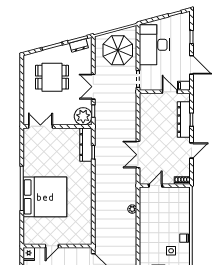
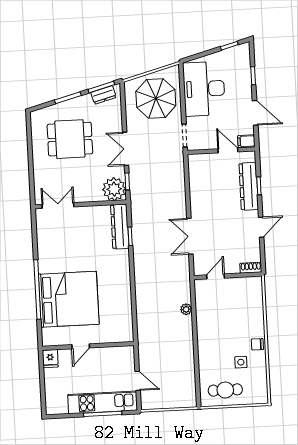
door: (52, 246) -> (81, 346), moved
wall: (57, 246) -> (88, 346), moved
fridge: (29, 254) -> (50, 359), moved

